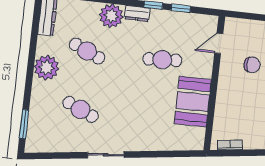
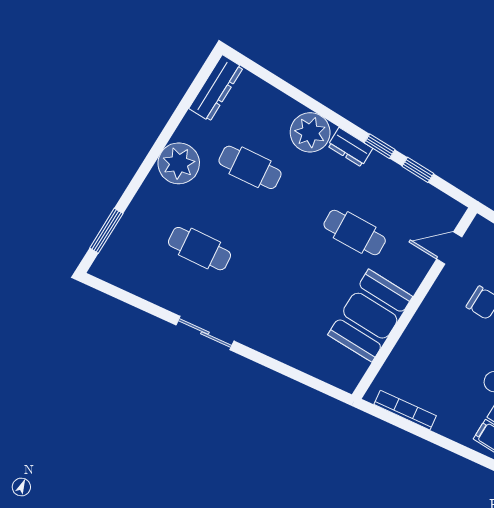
cafe table: (87, 51) -> (250, 167), turned -30
cafe table: (80, 109) -> (199, 249), turned -30
bookcase: (230, 145) -> (405, 410), width x1.56

